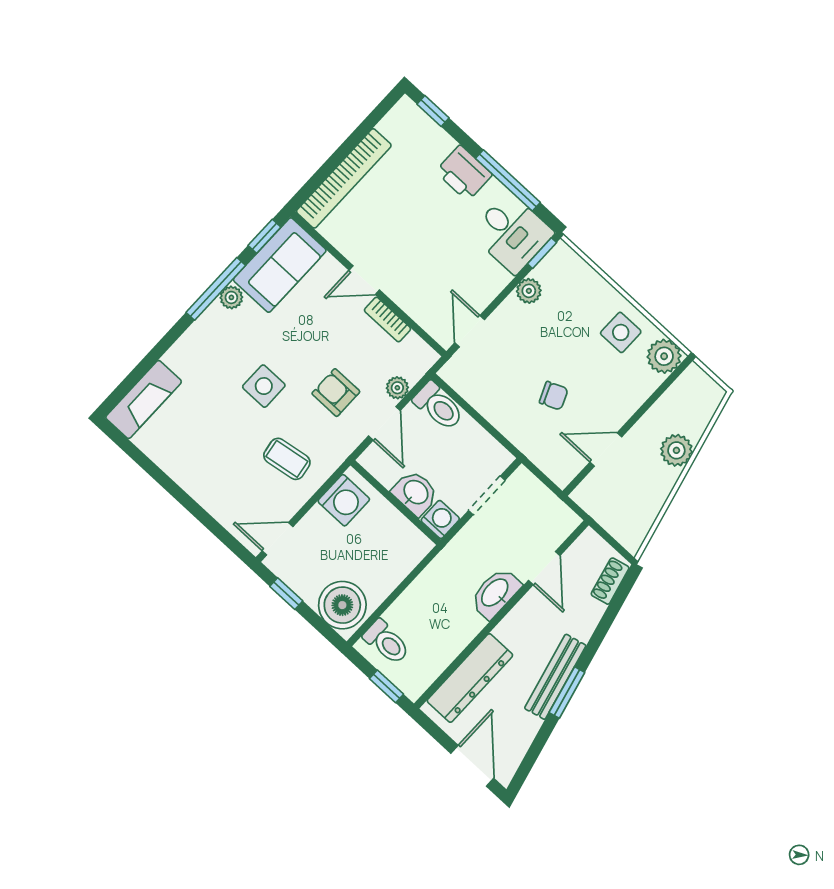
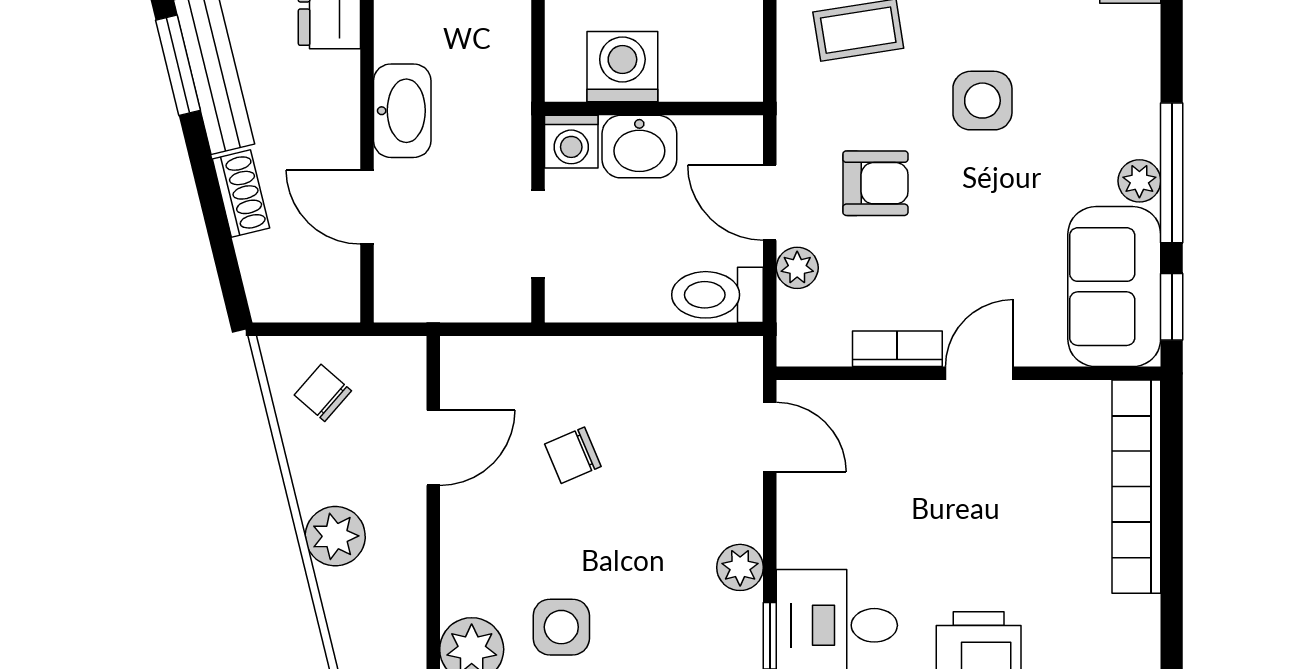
washing machine: (344, 500) -> (622, 67), moved, turned 90
chair: (629, 511) -> (323, 393), added
shoe rack: (610, 581) -> (241, 194), moved

